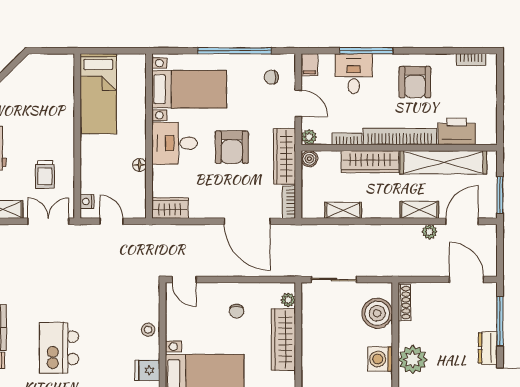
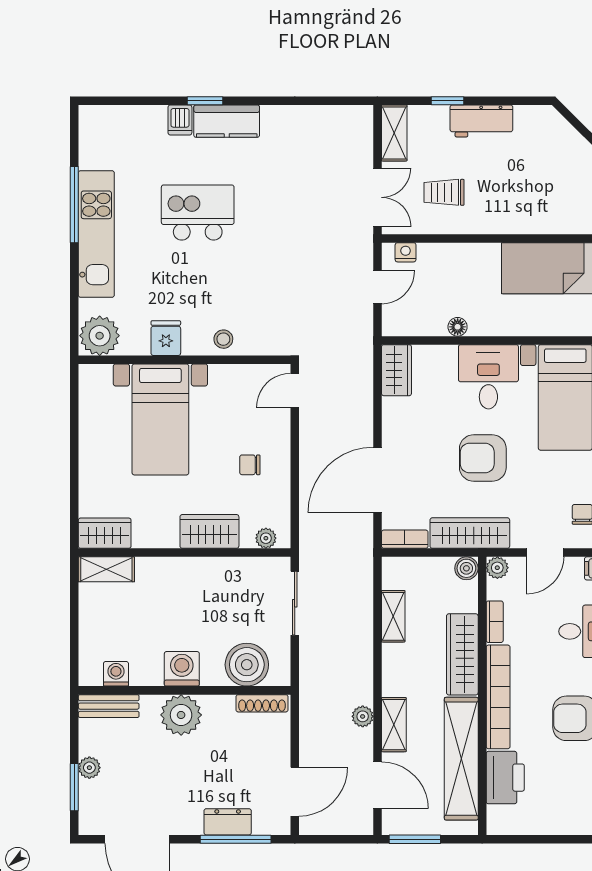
plant: (430, 232) -> (363, 716), moved
wardrobe: (283, 340) -> (209, 531), width x0.67
dresser: (488, 348) -> (228, 822), moved

